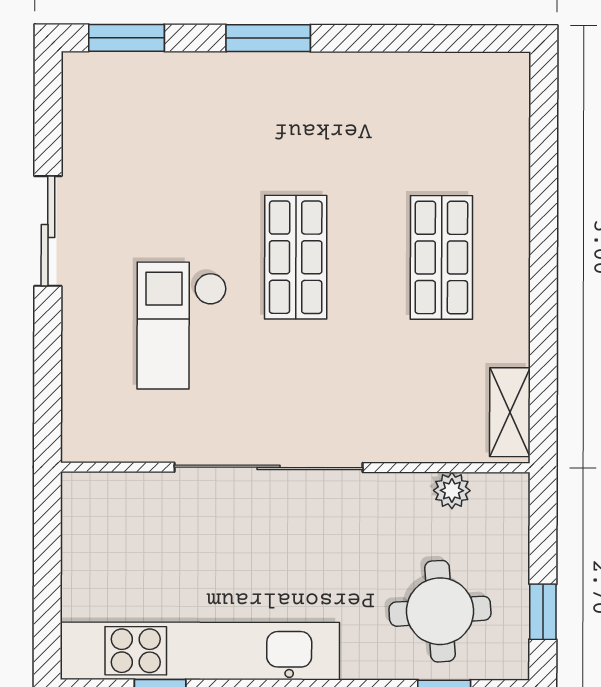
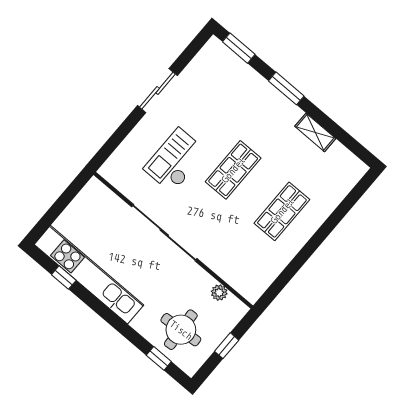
shelving: (510, 412) -> (315, 132), moved, turned 90
window: (543, 612) -> (227, 346), moved

